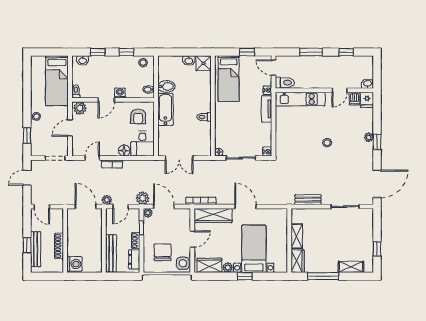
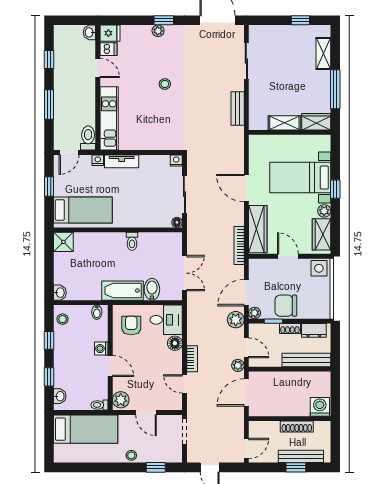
washbasin: (189, 61) -> (60, 293), moved
bidet: (166, 86) -> (152, 289), moved
armchair: (138, 116) -> (131, 325), turned -90
door: (246, 206) -> (246, 188), hinge flipped
chair: (162, 252) -> (286, 306), moved

